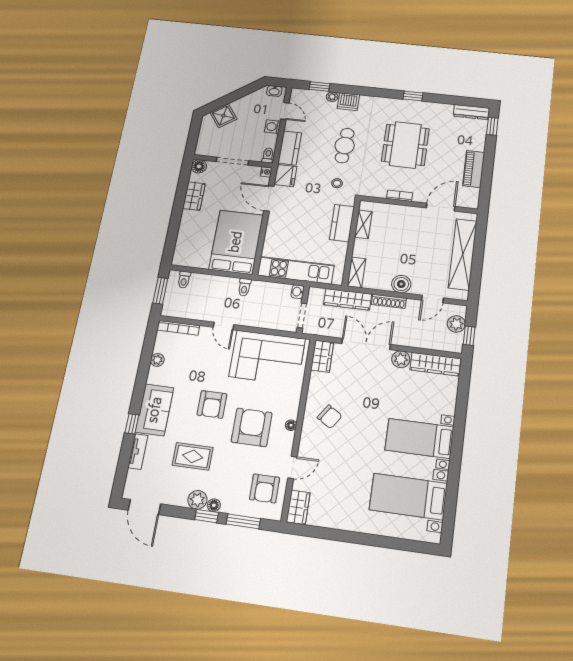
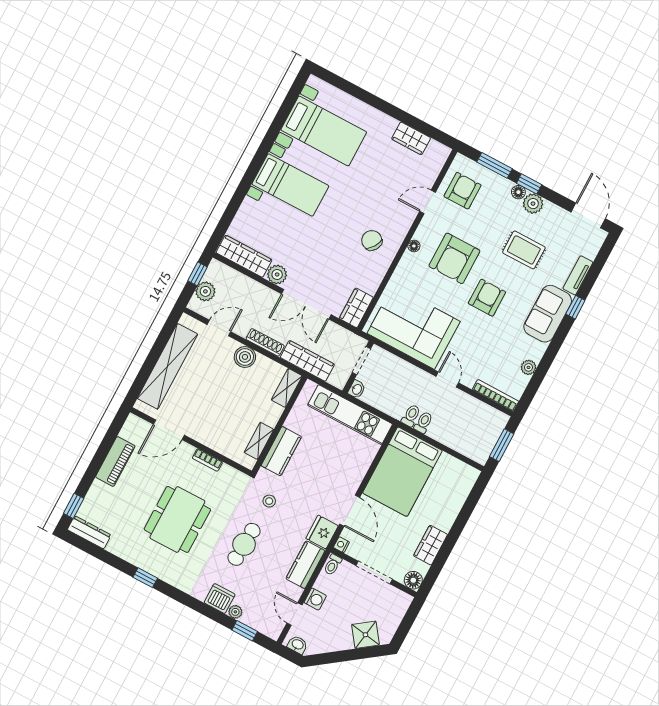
toilet: (184, 280) -> (423, 422), moved
wardrobe: (298, 507) -> (411, 138), moved, turned -90

